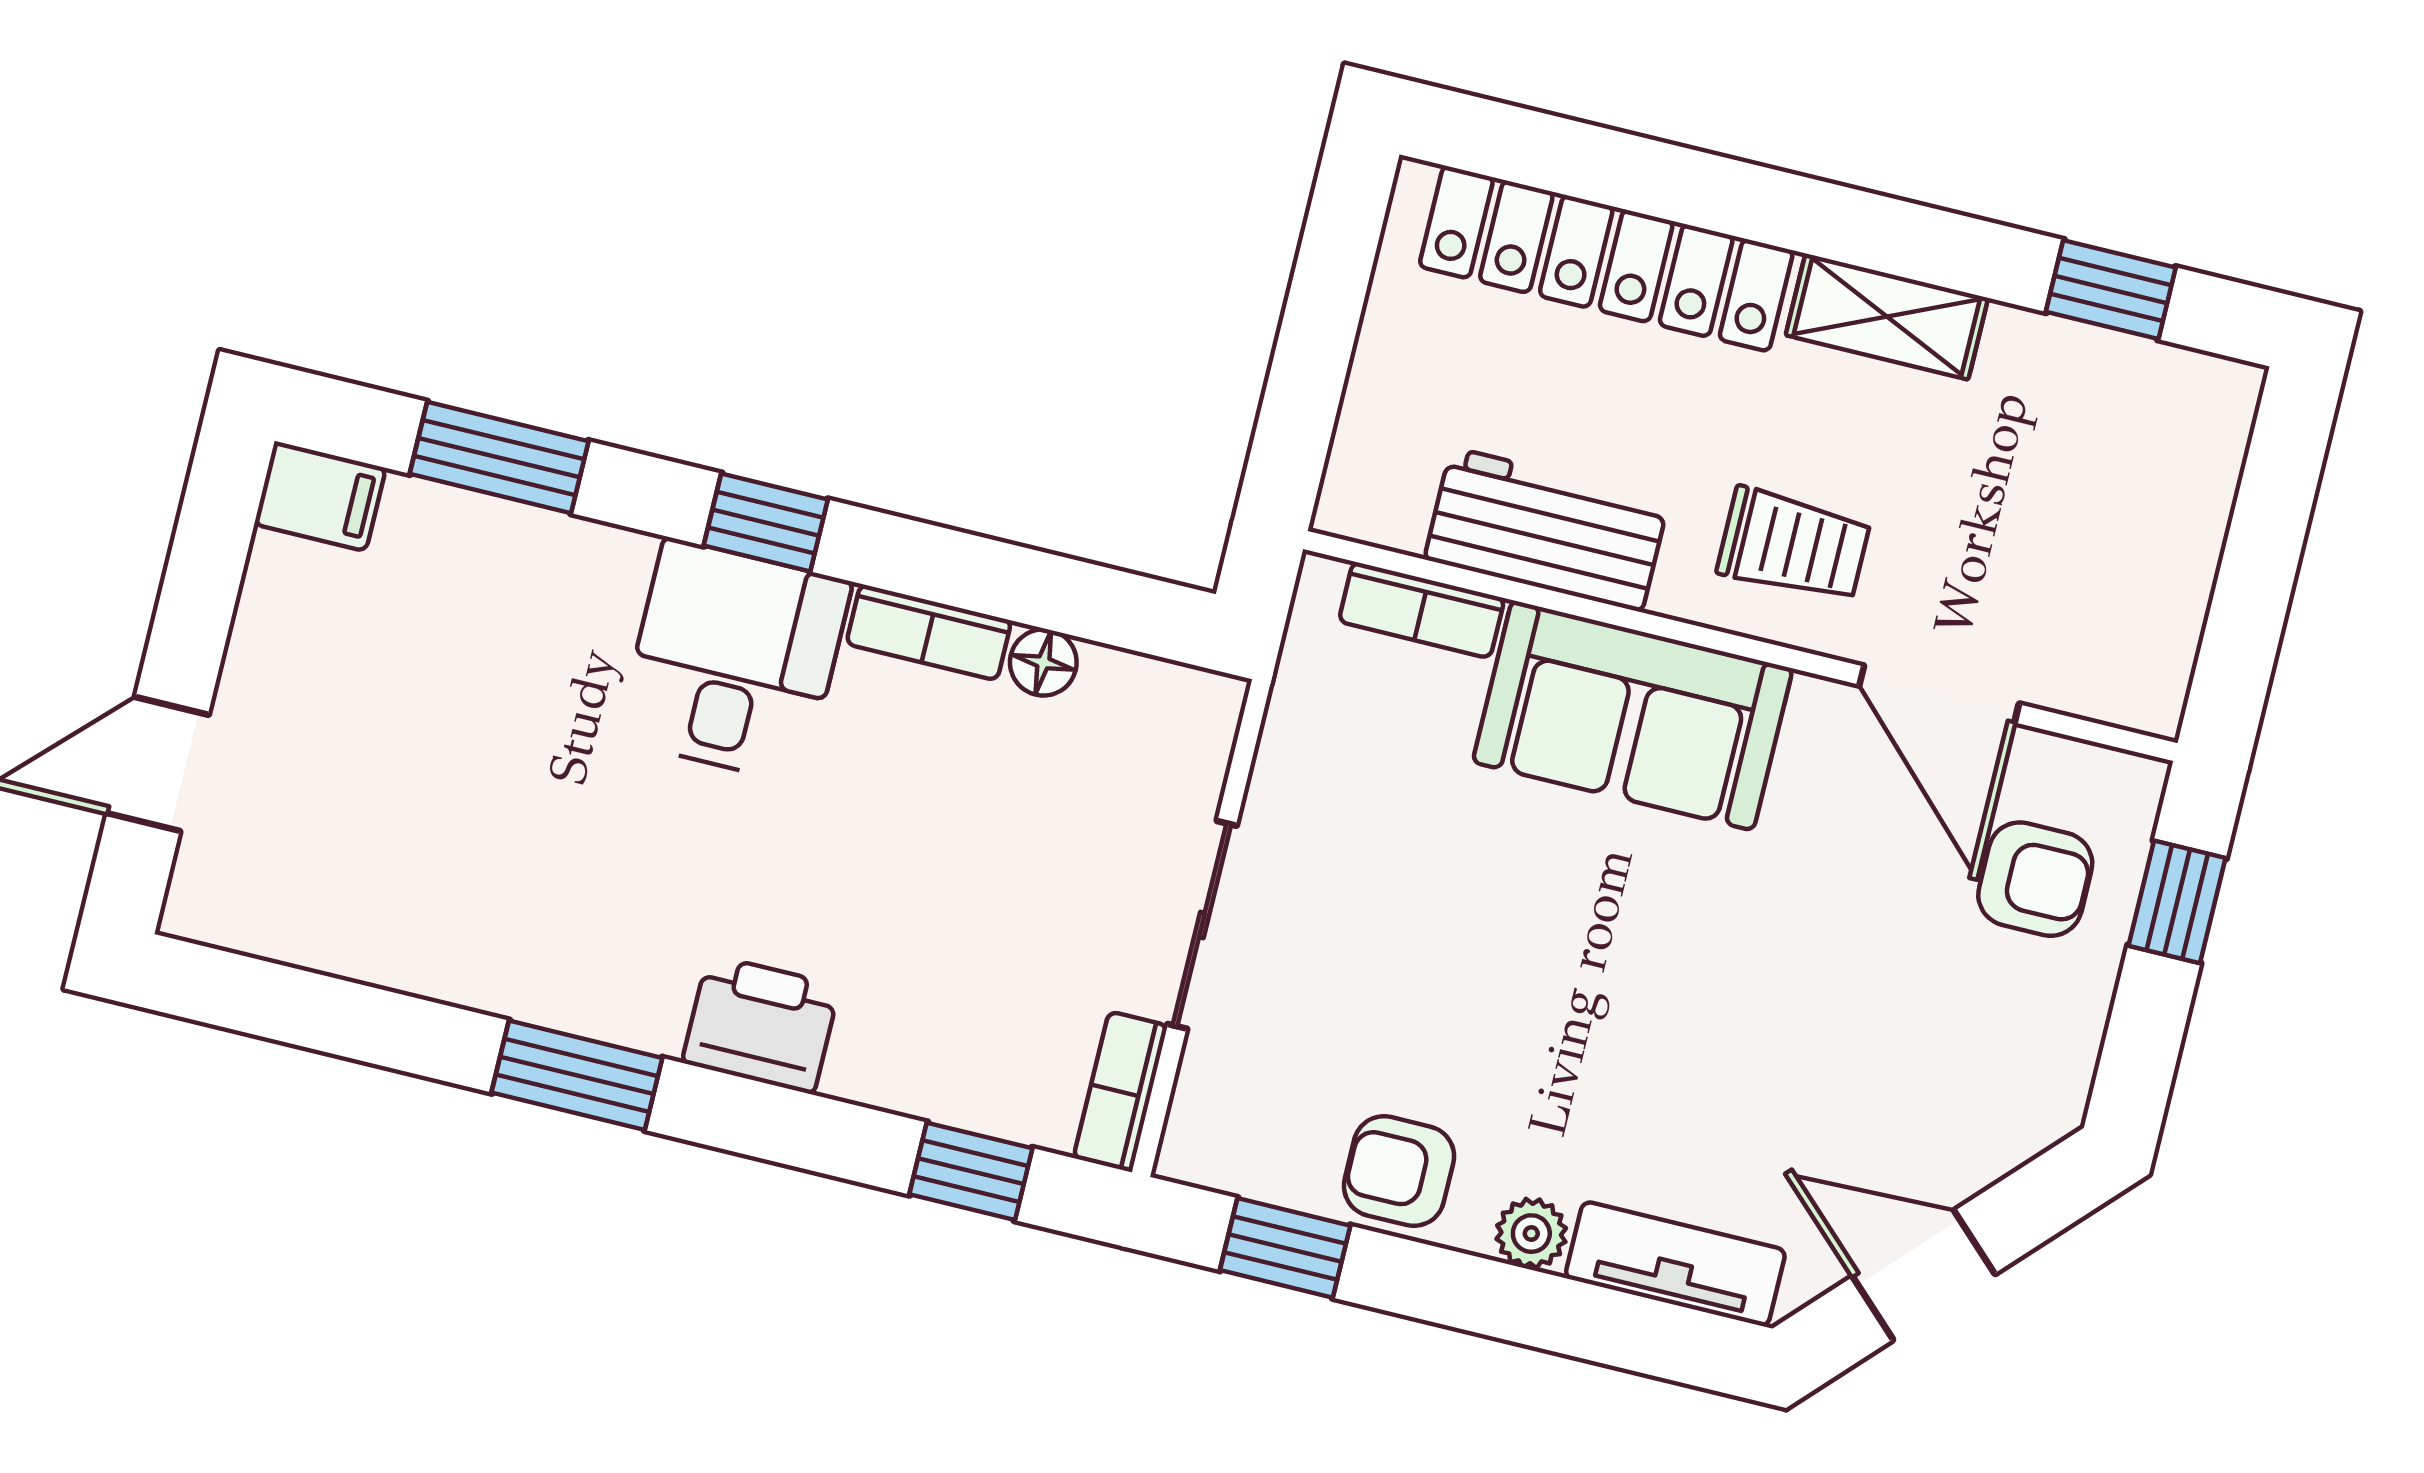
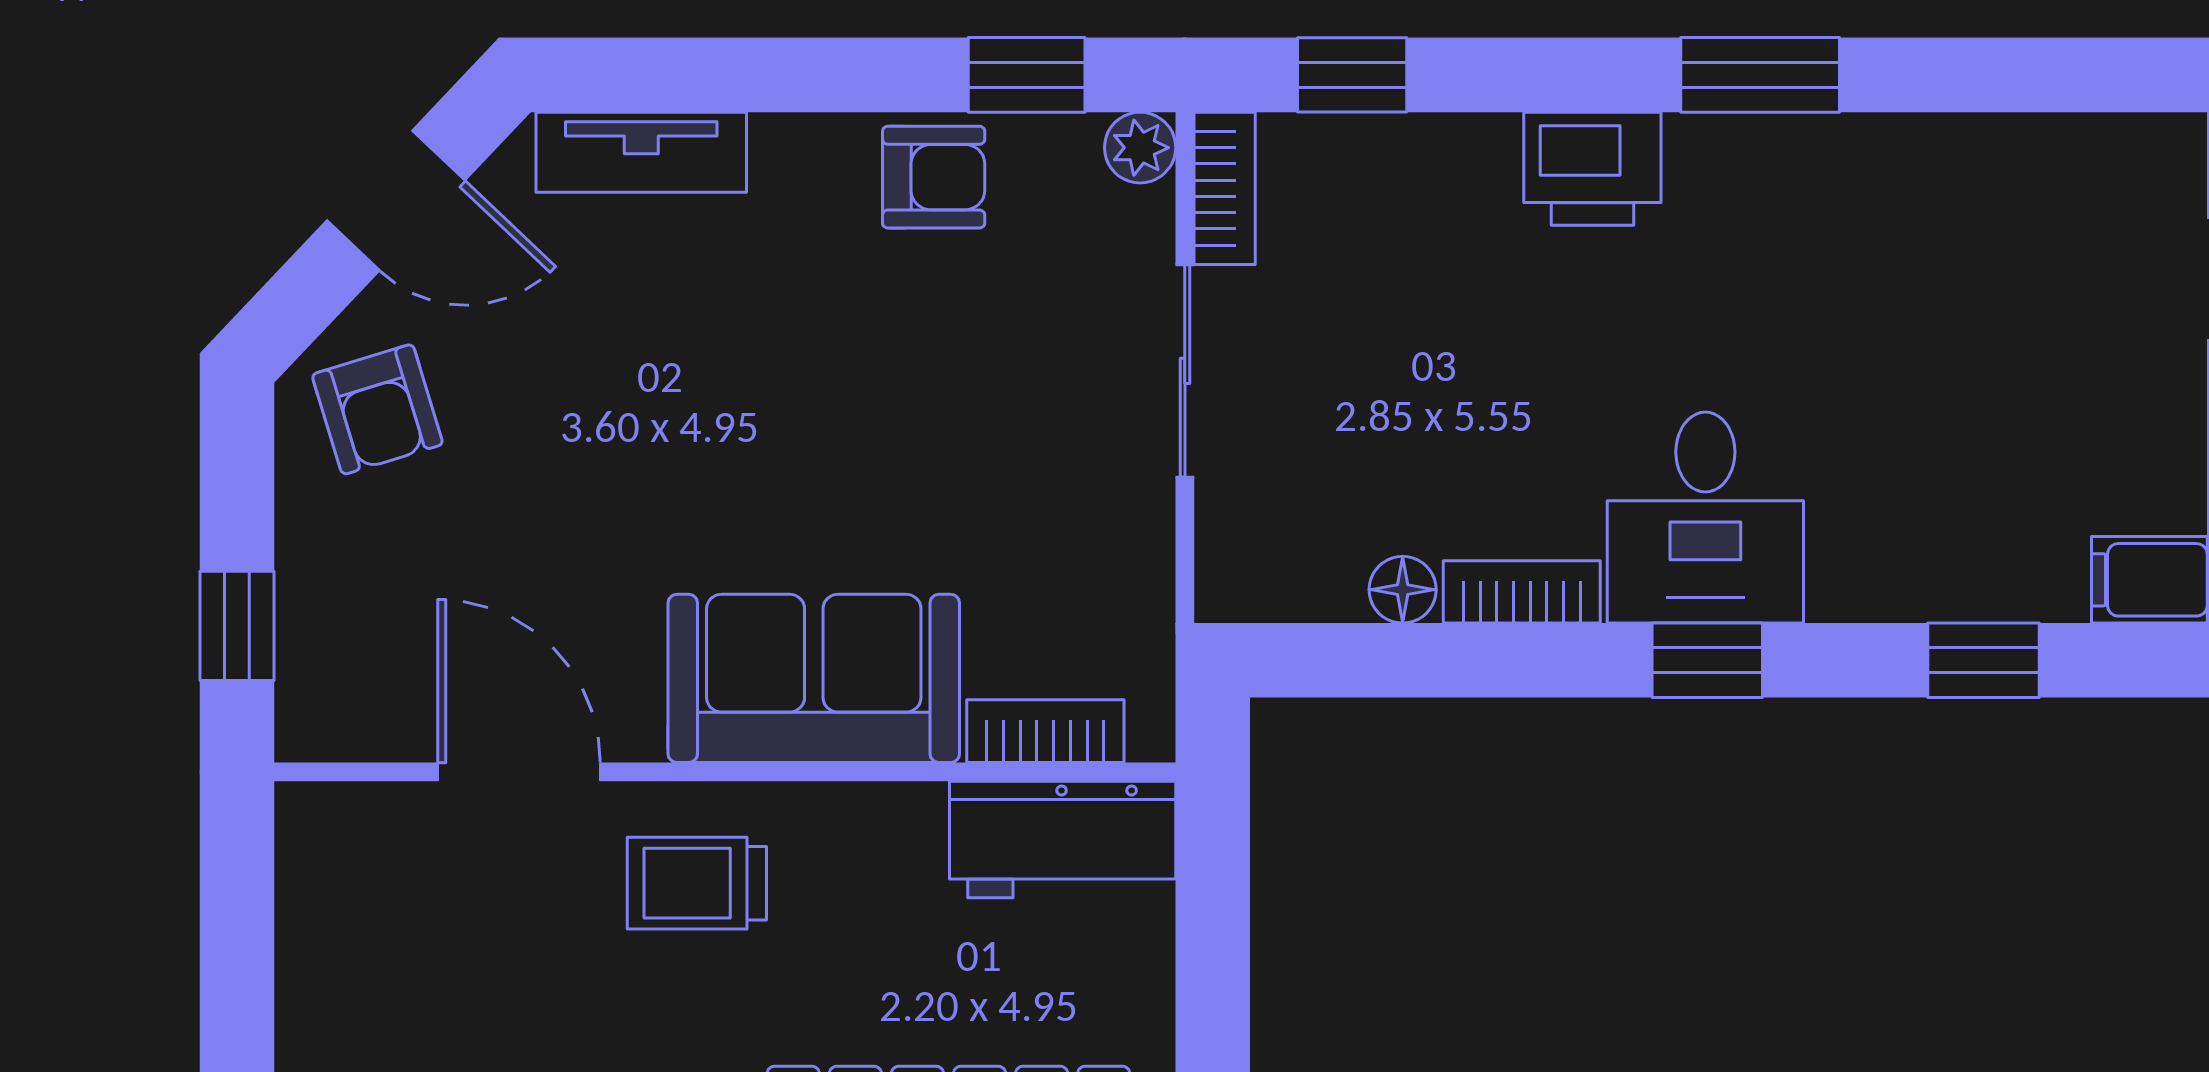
window: (499, 457) -> (1983, 660), width x0.67
workbench: (1547, 530) -> (1063, 839), moved
armchair: (2035, 879) -> (377, 409), moved, turned -107
plant: (1531, 1234) -> (1140, 148), moved

